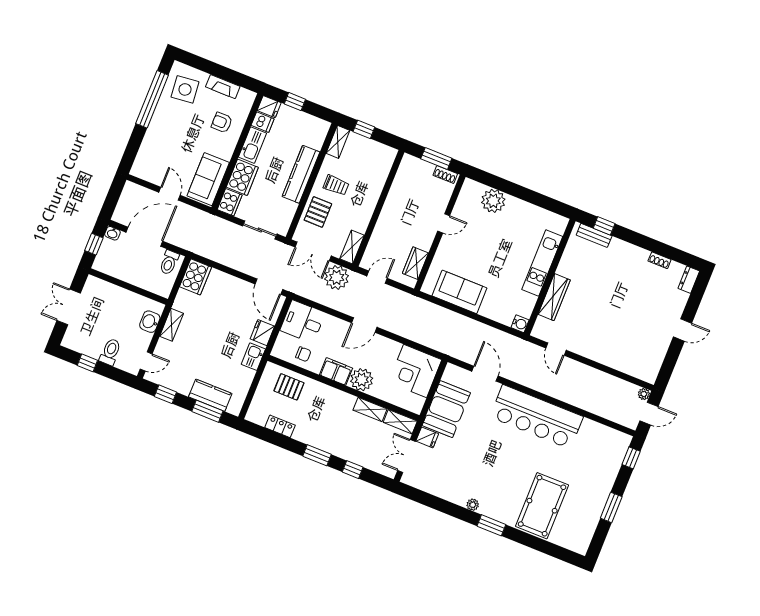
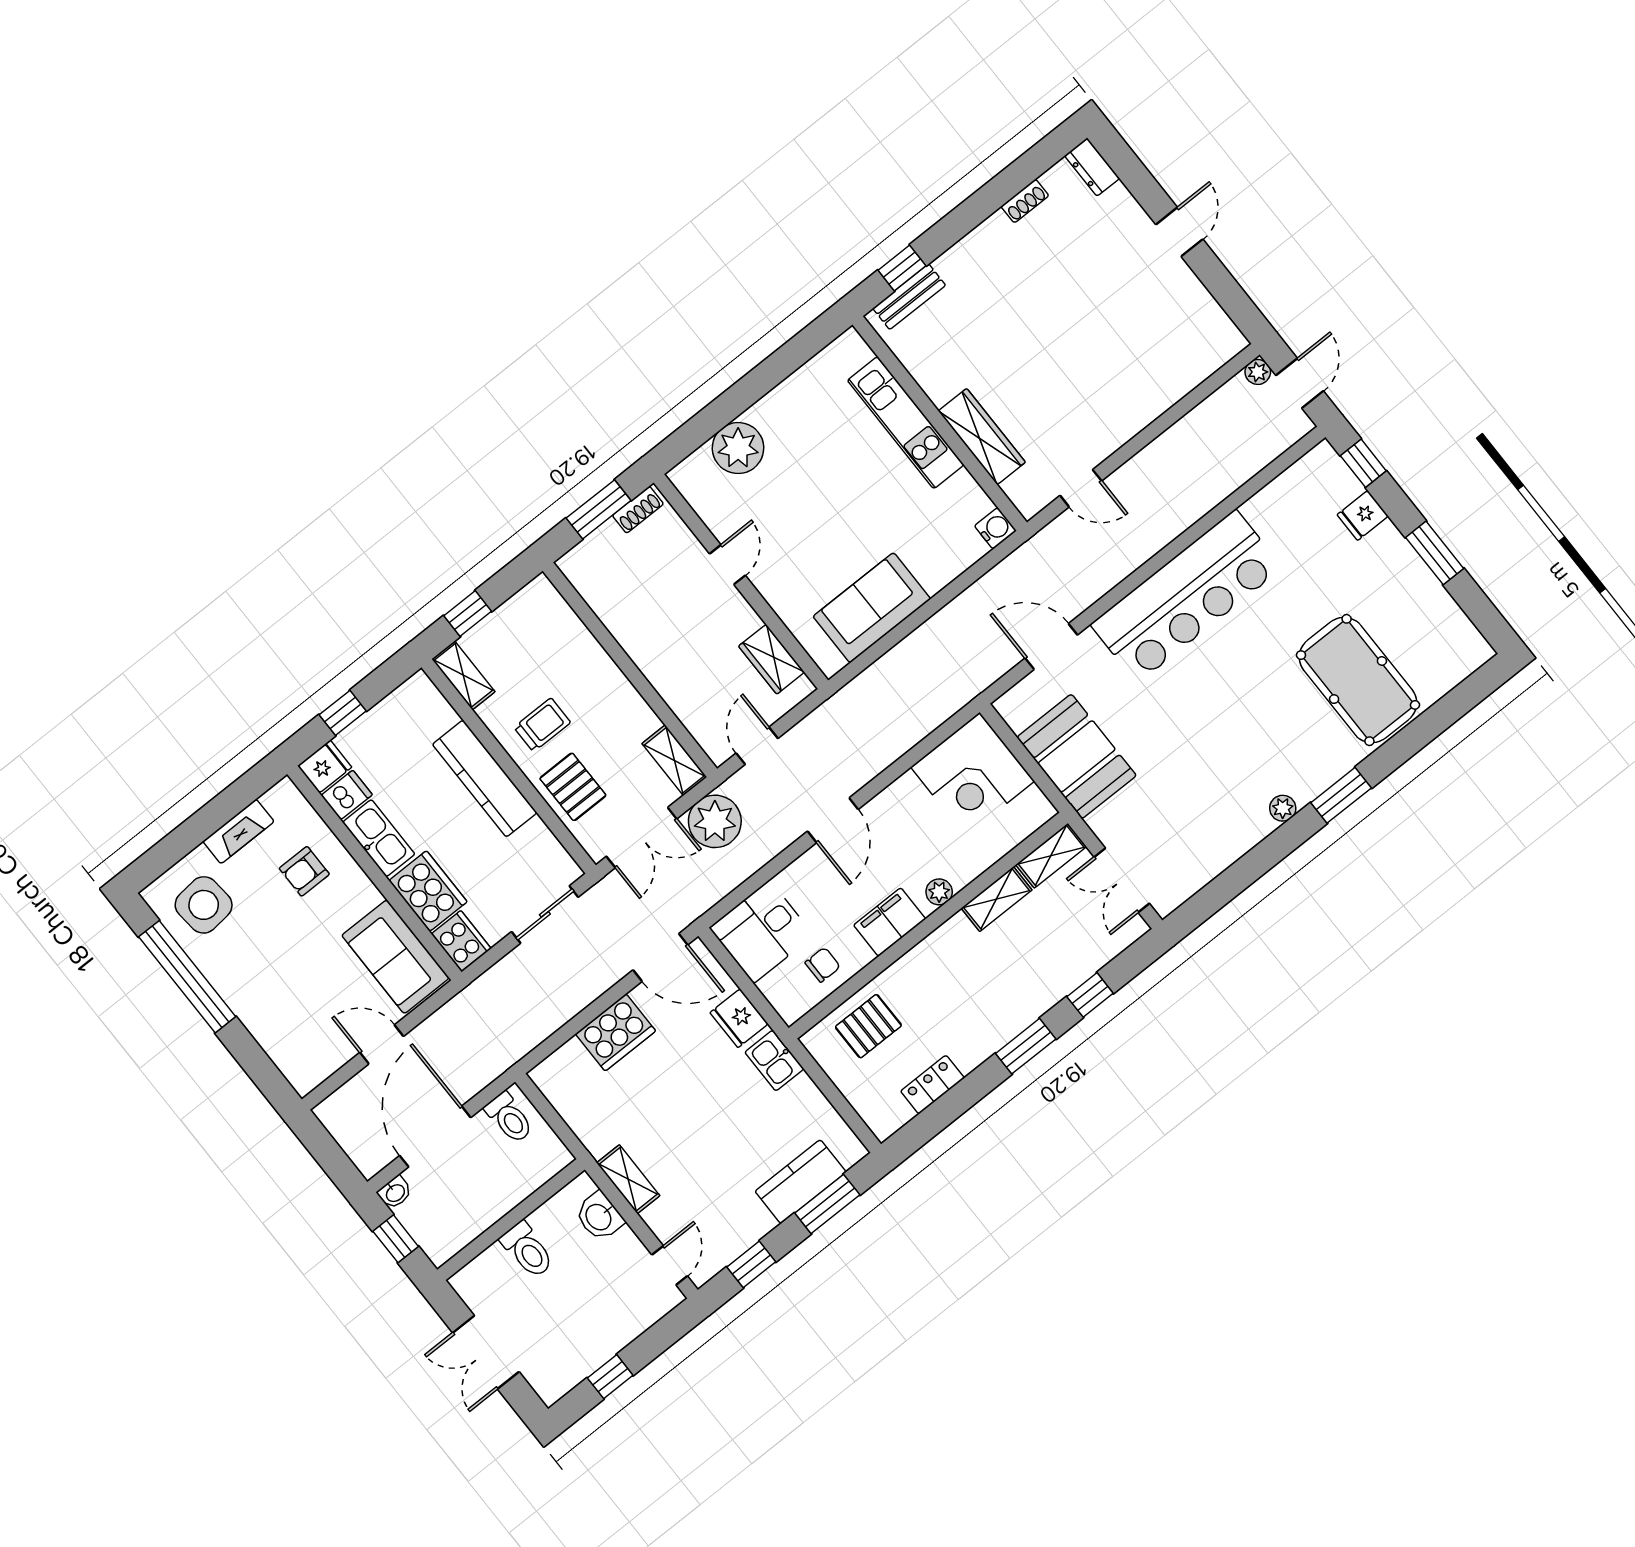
cooker: (196, 277) -> (615, 1032), moved, turned 90
toilet: (110, 352) -> (527, 1250), moved, turned 180
plant: (362, 380) -> (939, 892), width x0.53, depth x0.53
fridge: (427, 437) -> (1363, 515), moved, turned 180

